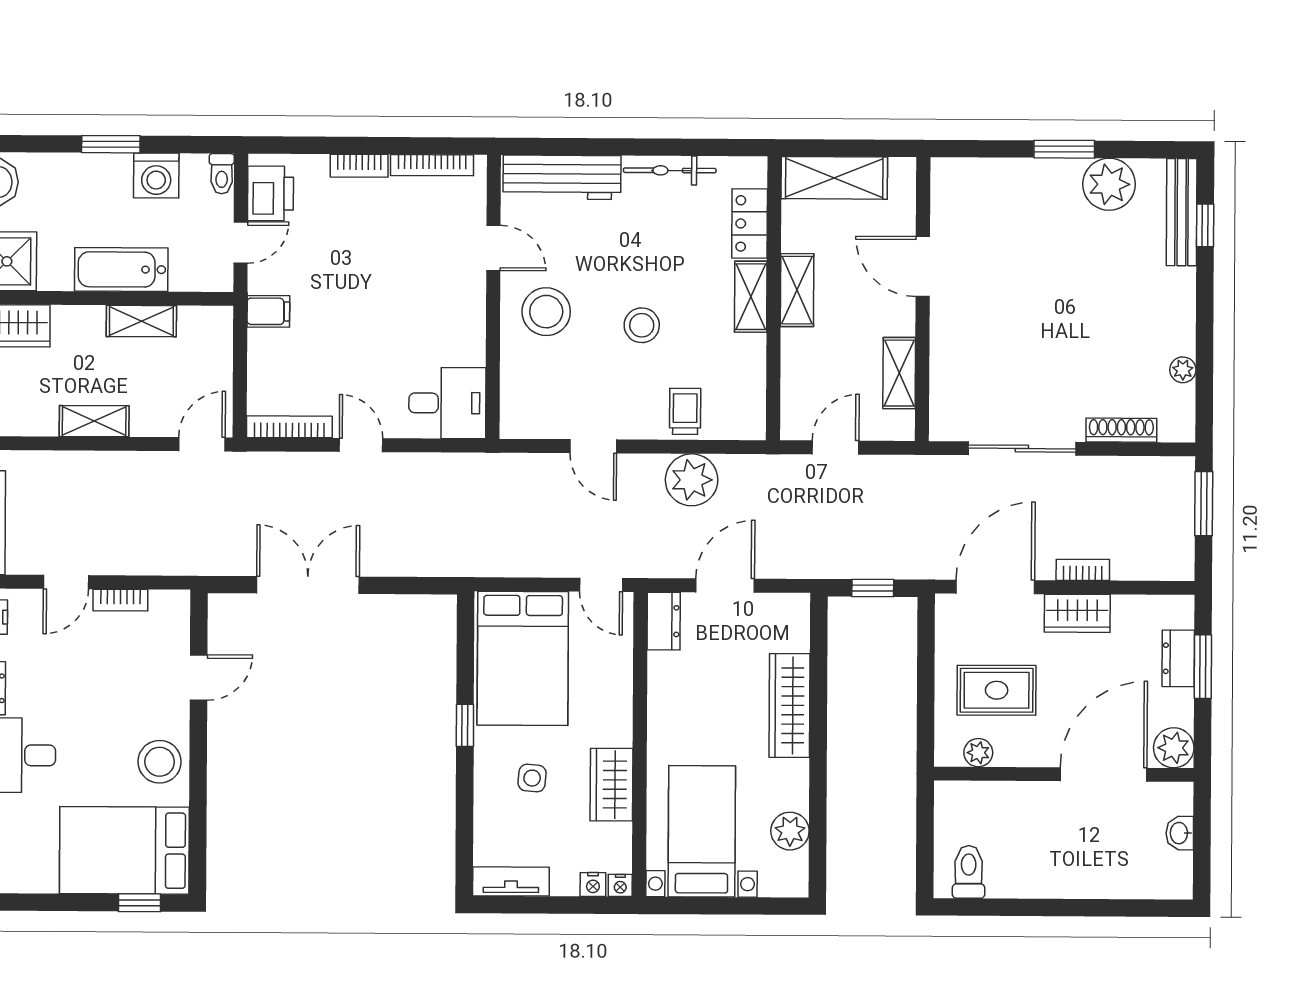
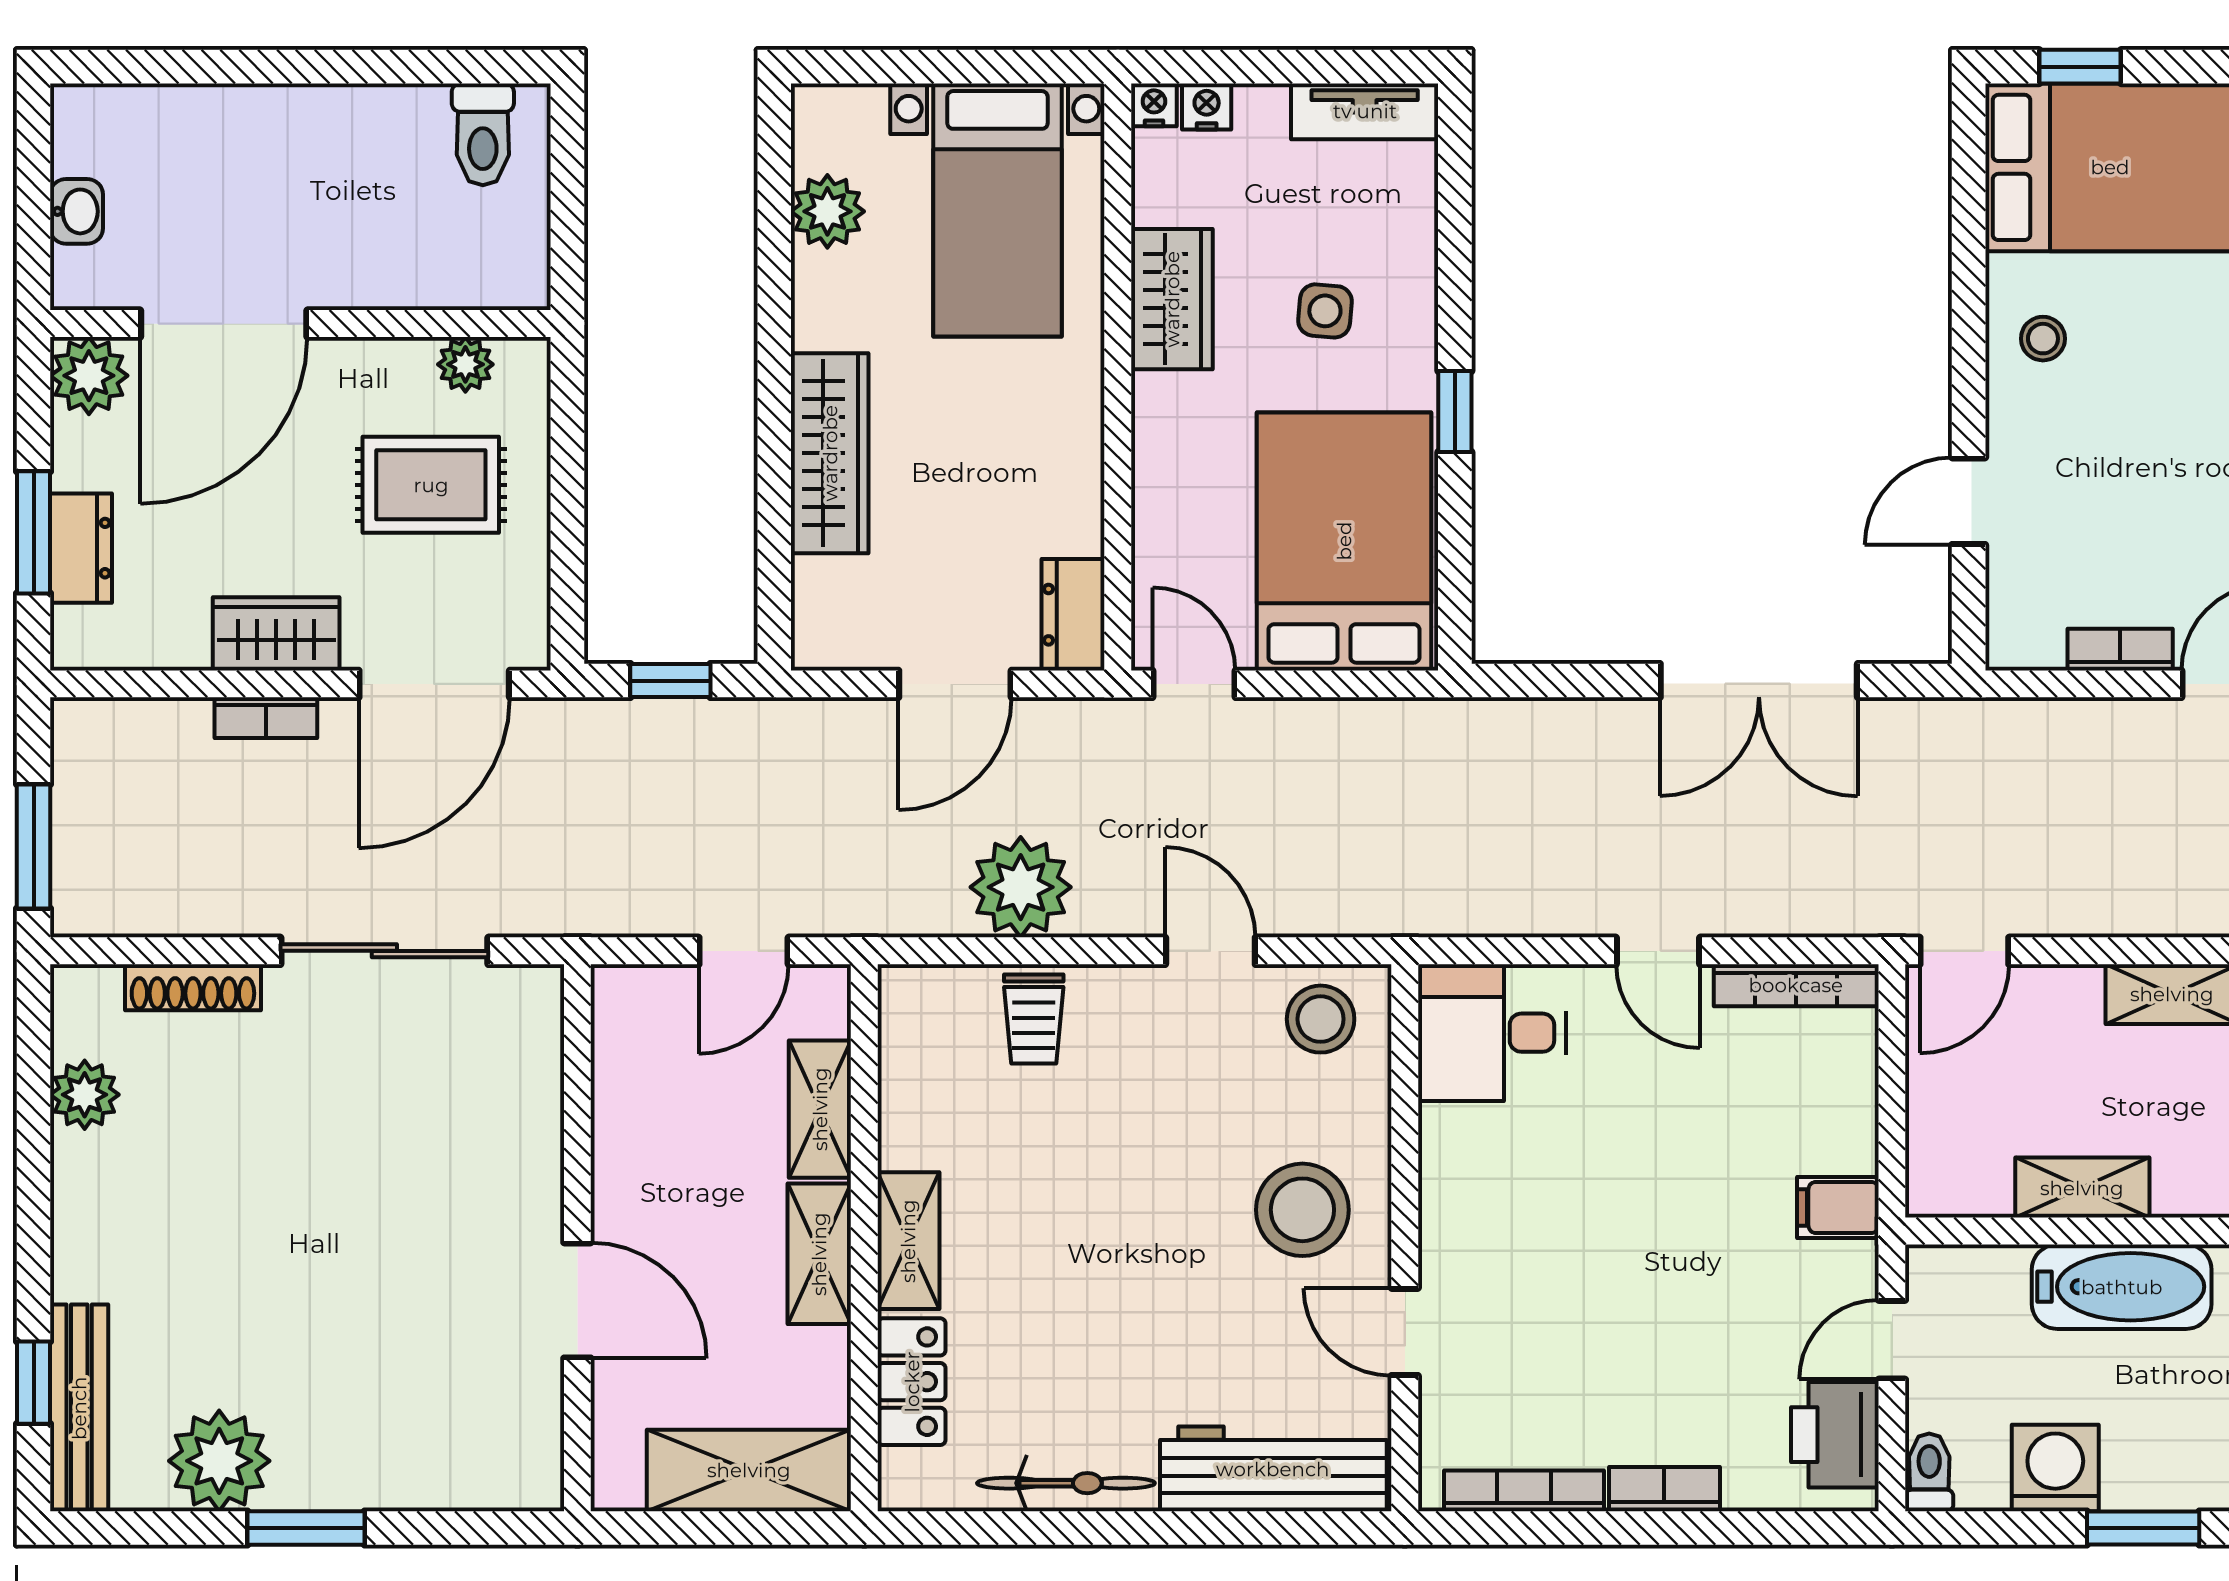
stool: (642, 325) -> (1321, 1019), moved
plant: (1183, 370) -> (85, 1095), width x1.38, depth x1.38
shelving: (899, 373) -> (820, 1109), moved
stool: (160, 762) -> (2043, 339), width x0.53, depth x0.53

